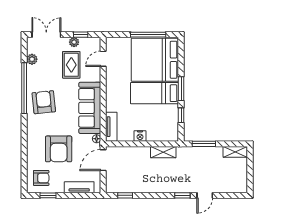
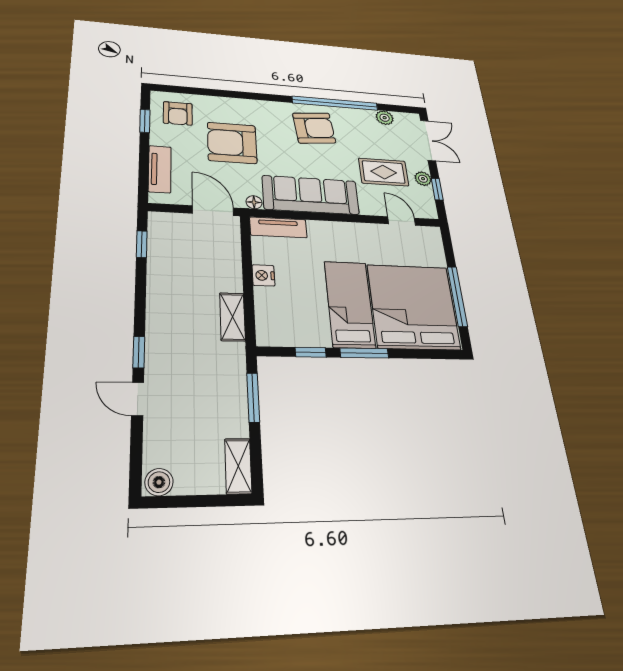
boiler: (242, 186) -> (159, 482), added

